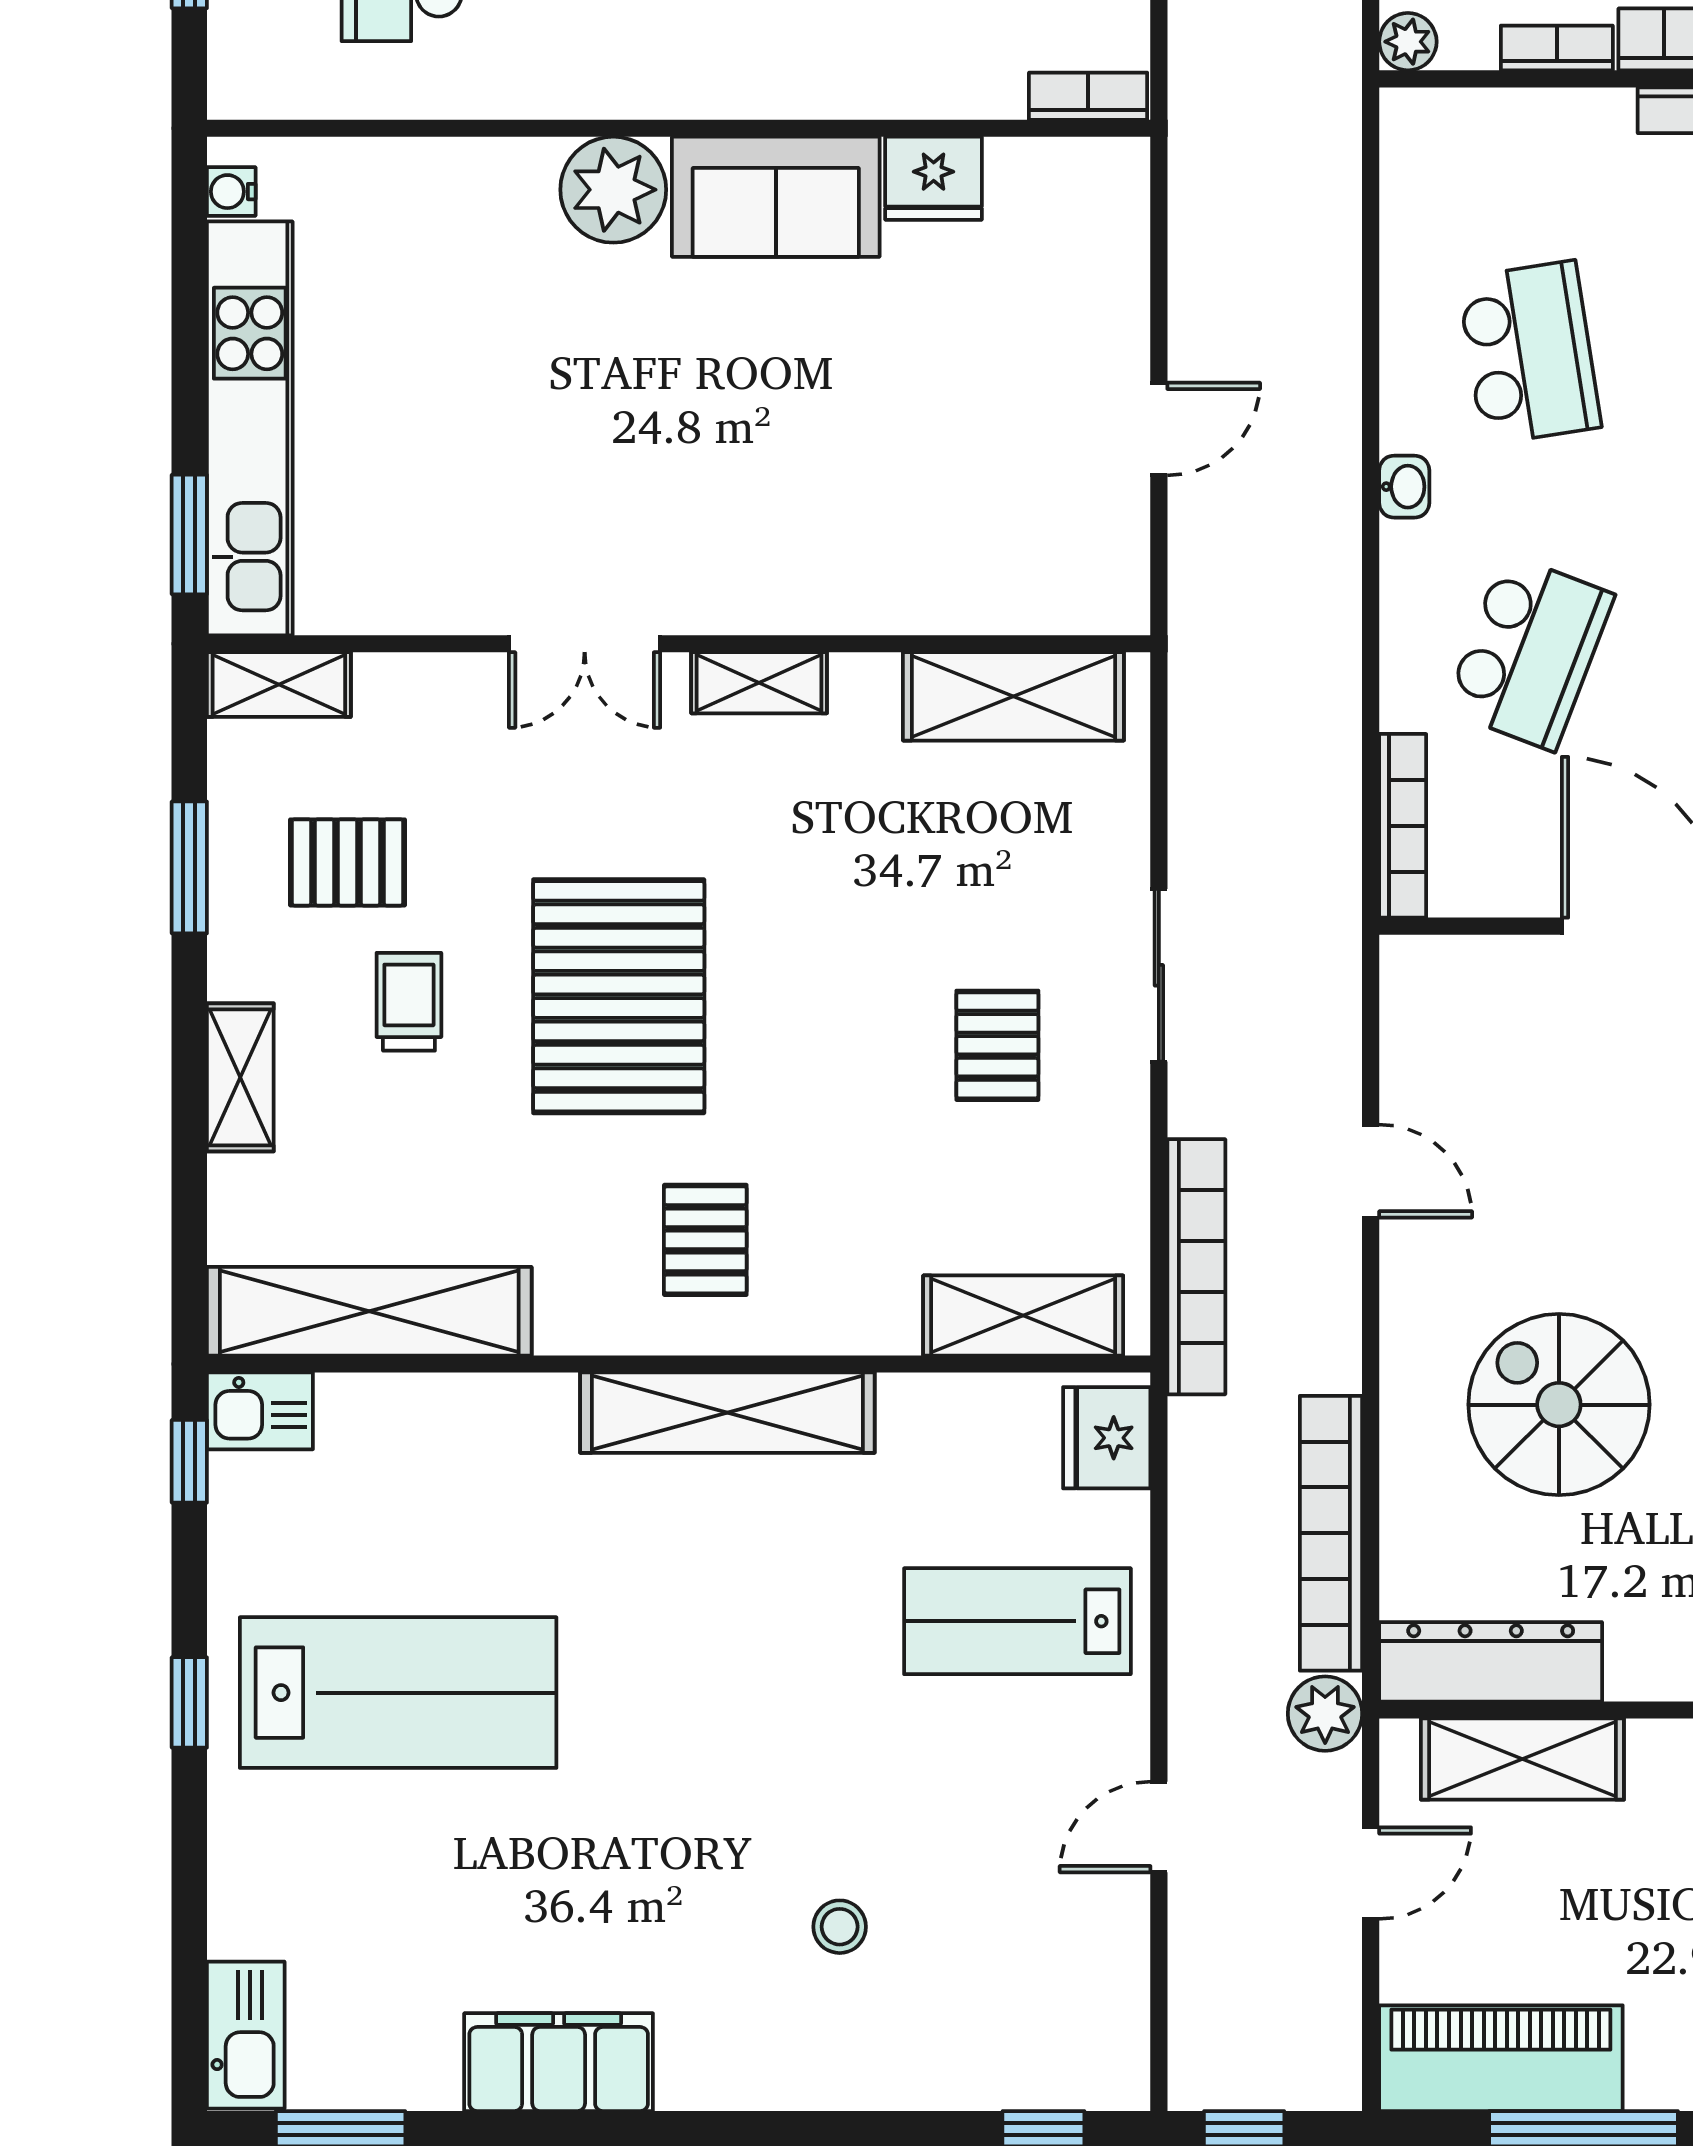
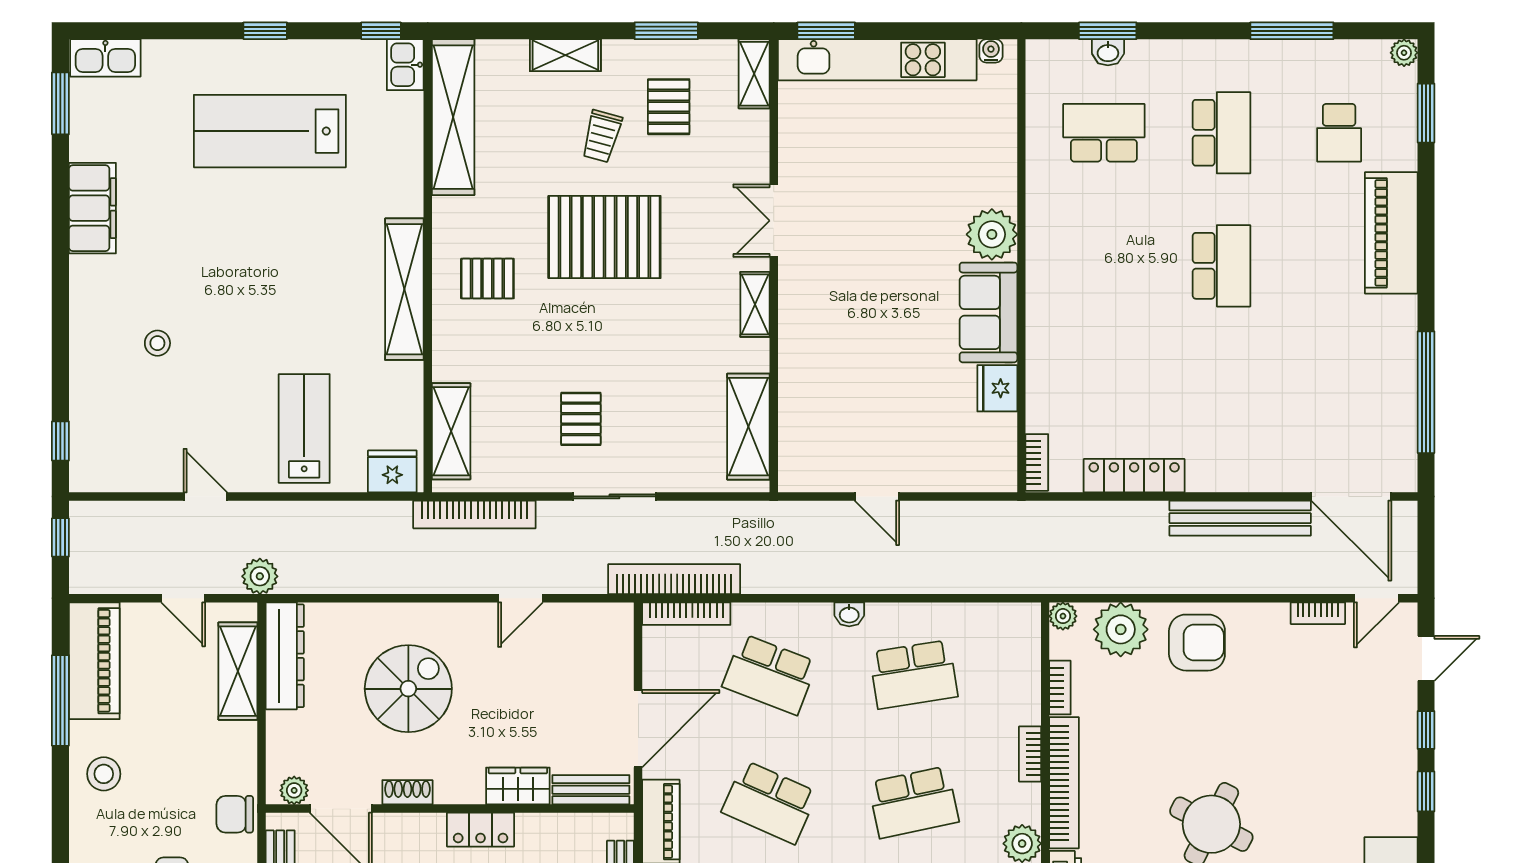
trolley: (409, 1002) -> (602, 136), turned 105
pallet: (997, 1045) -> (581, 419), turned 90
bookcase: (1331, 1533) -> (674, 579), moved
lab bench: (398, 1693) -> (270, 131), turned 90

